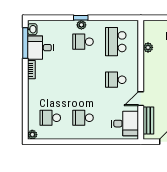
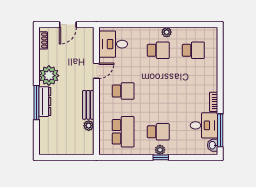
bench: (148, 121) -> (88, 105), moved
plant: (32, 135) -> (167, 32), moved

